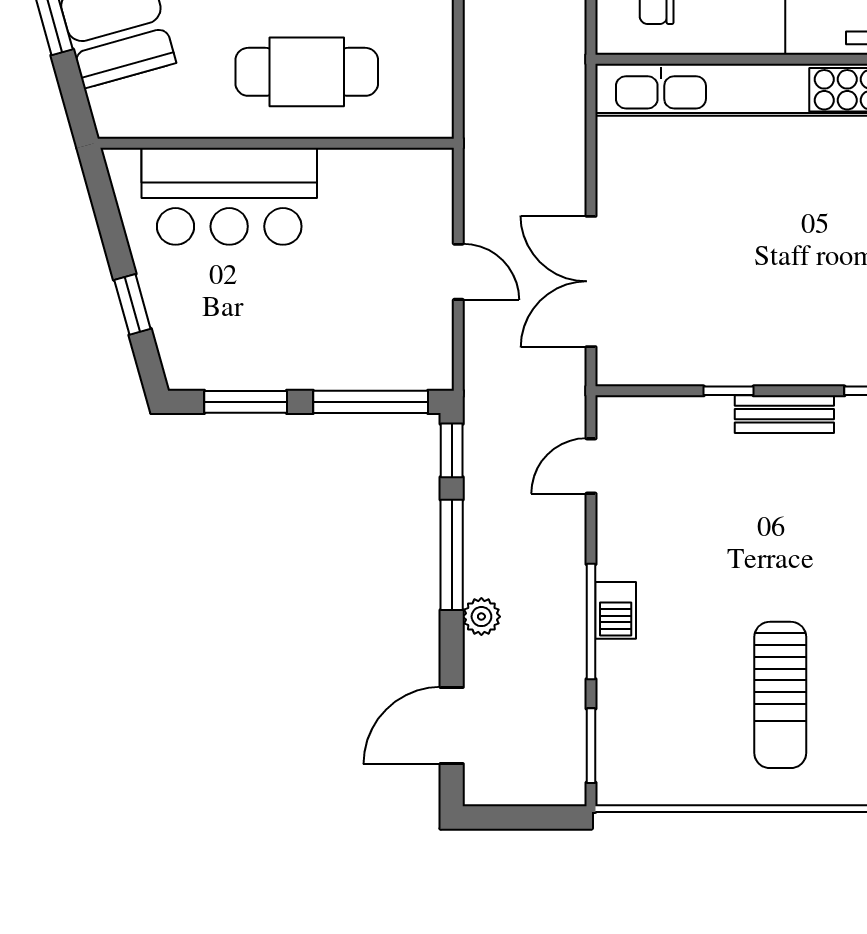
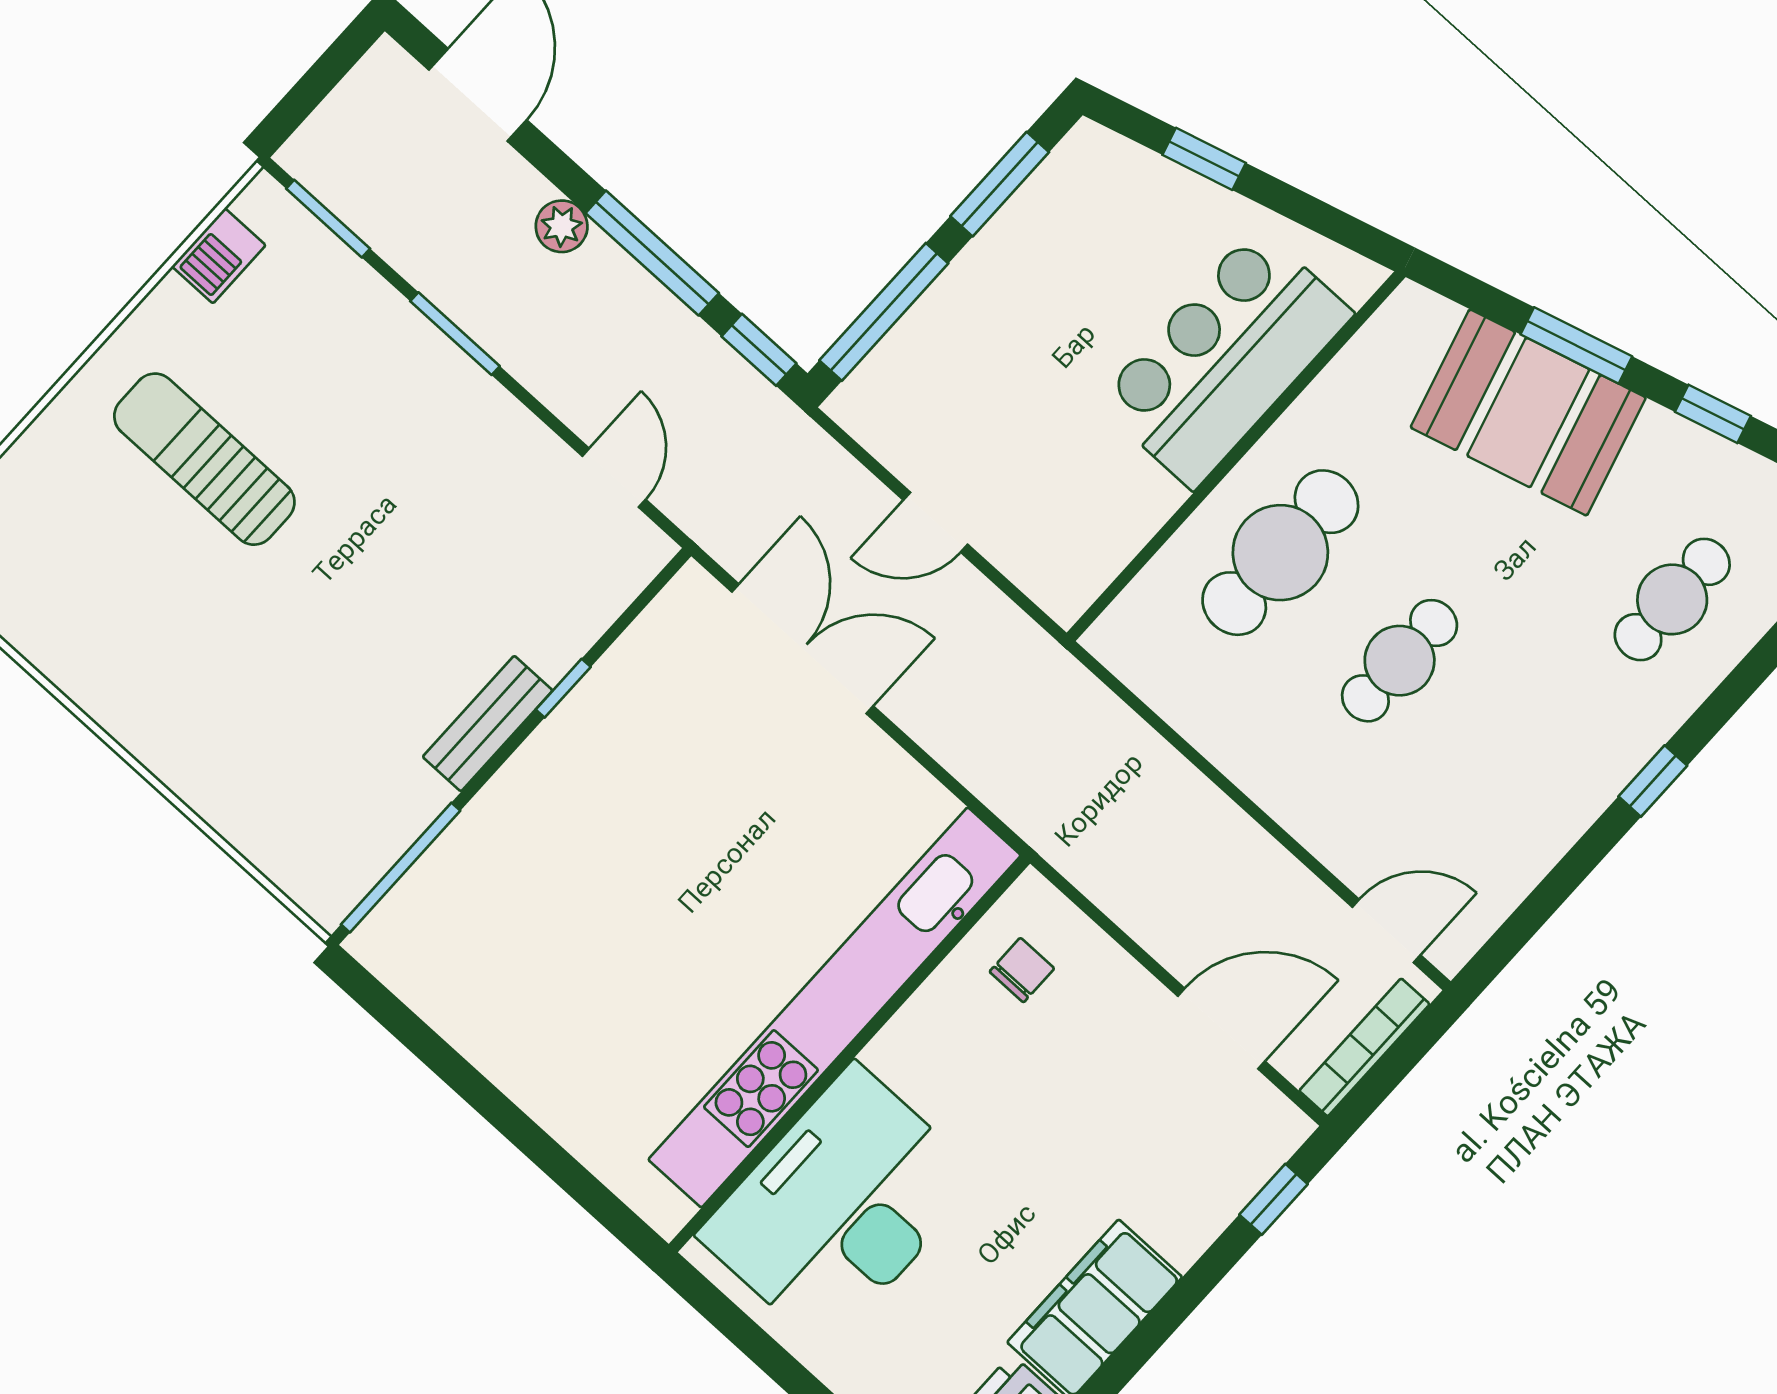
barbecue: (616, 610) -> (219, 256), moved, turned -90
window: (591, 622) -> (455, 334), width x0.69

